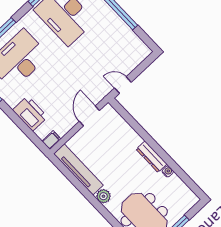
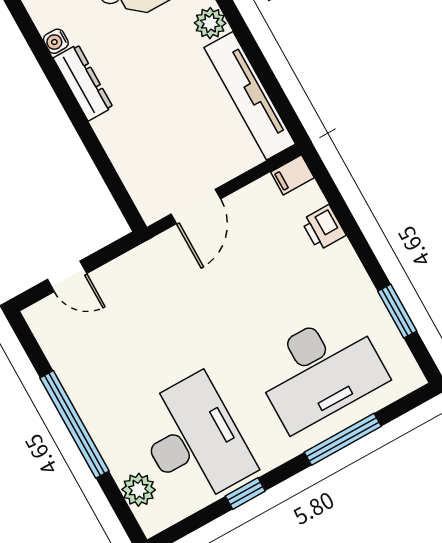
door: (123, 85) -> (67, 276), moved
printer: (30, 113) -> (323, 228), width x0.53, depth x0.68

